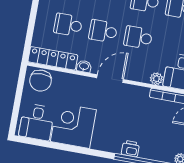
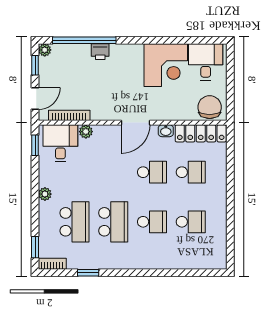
school desk: (138, 37) -> (113, 172), removed

